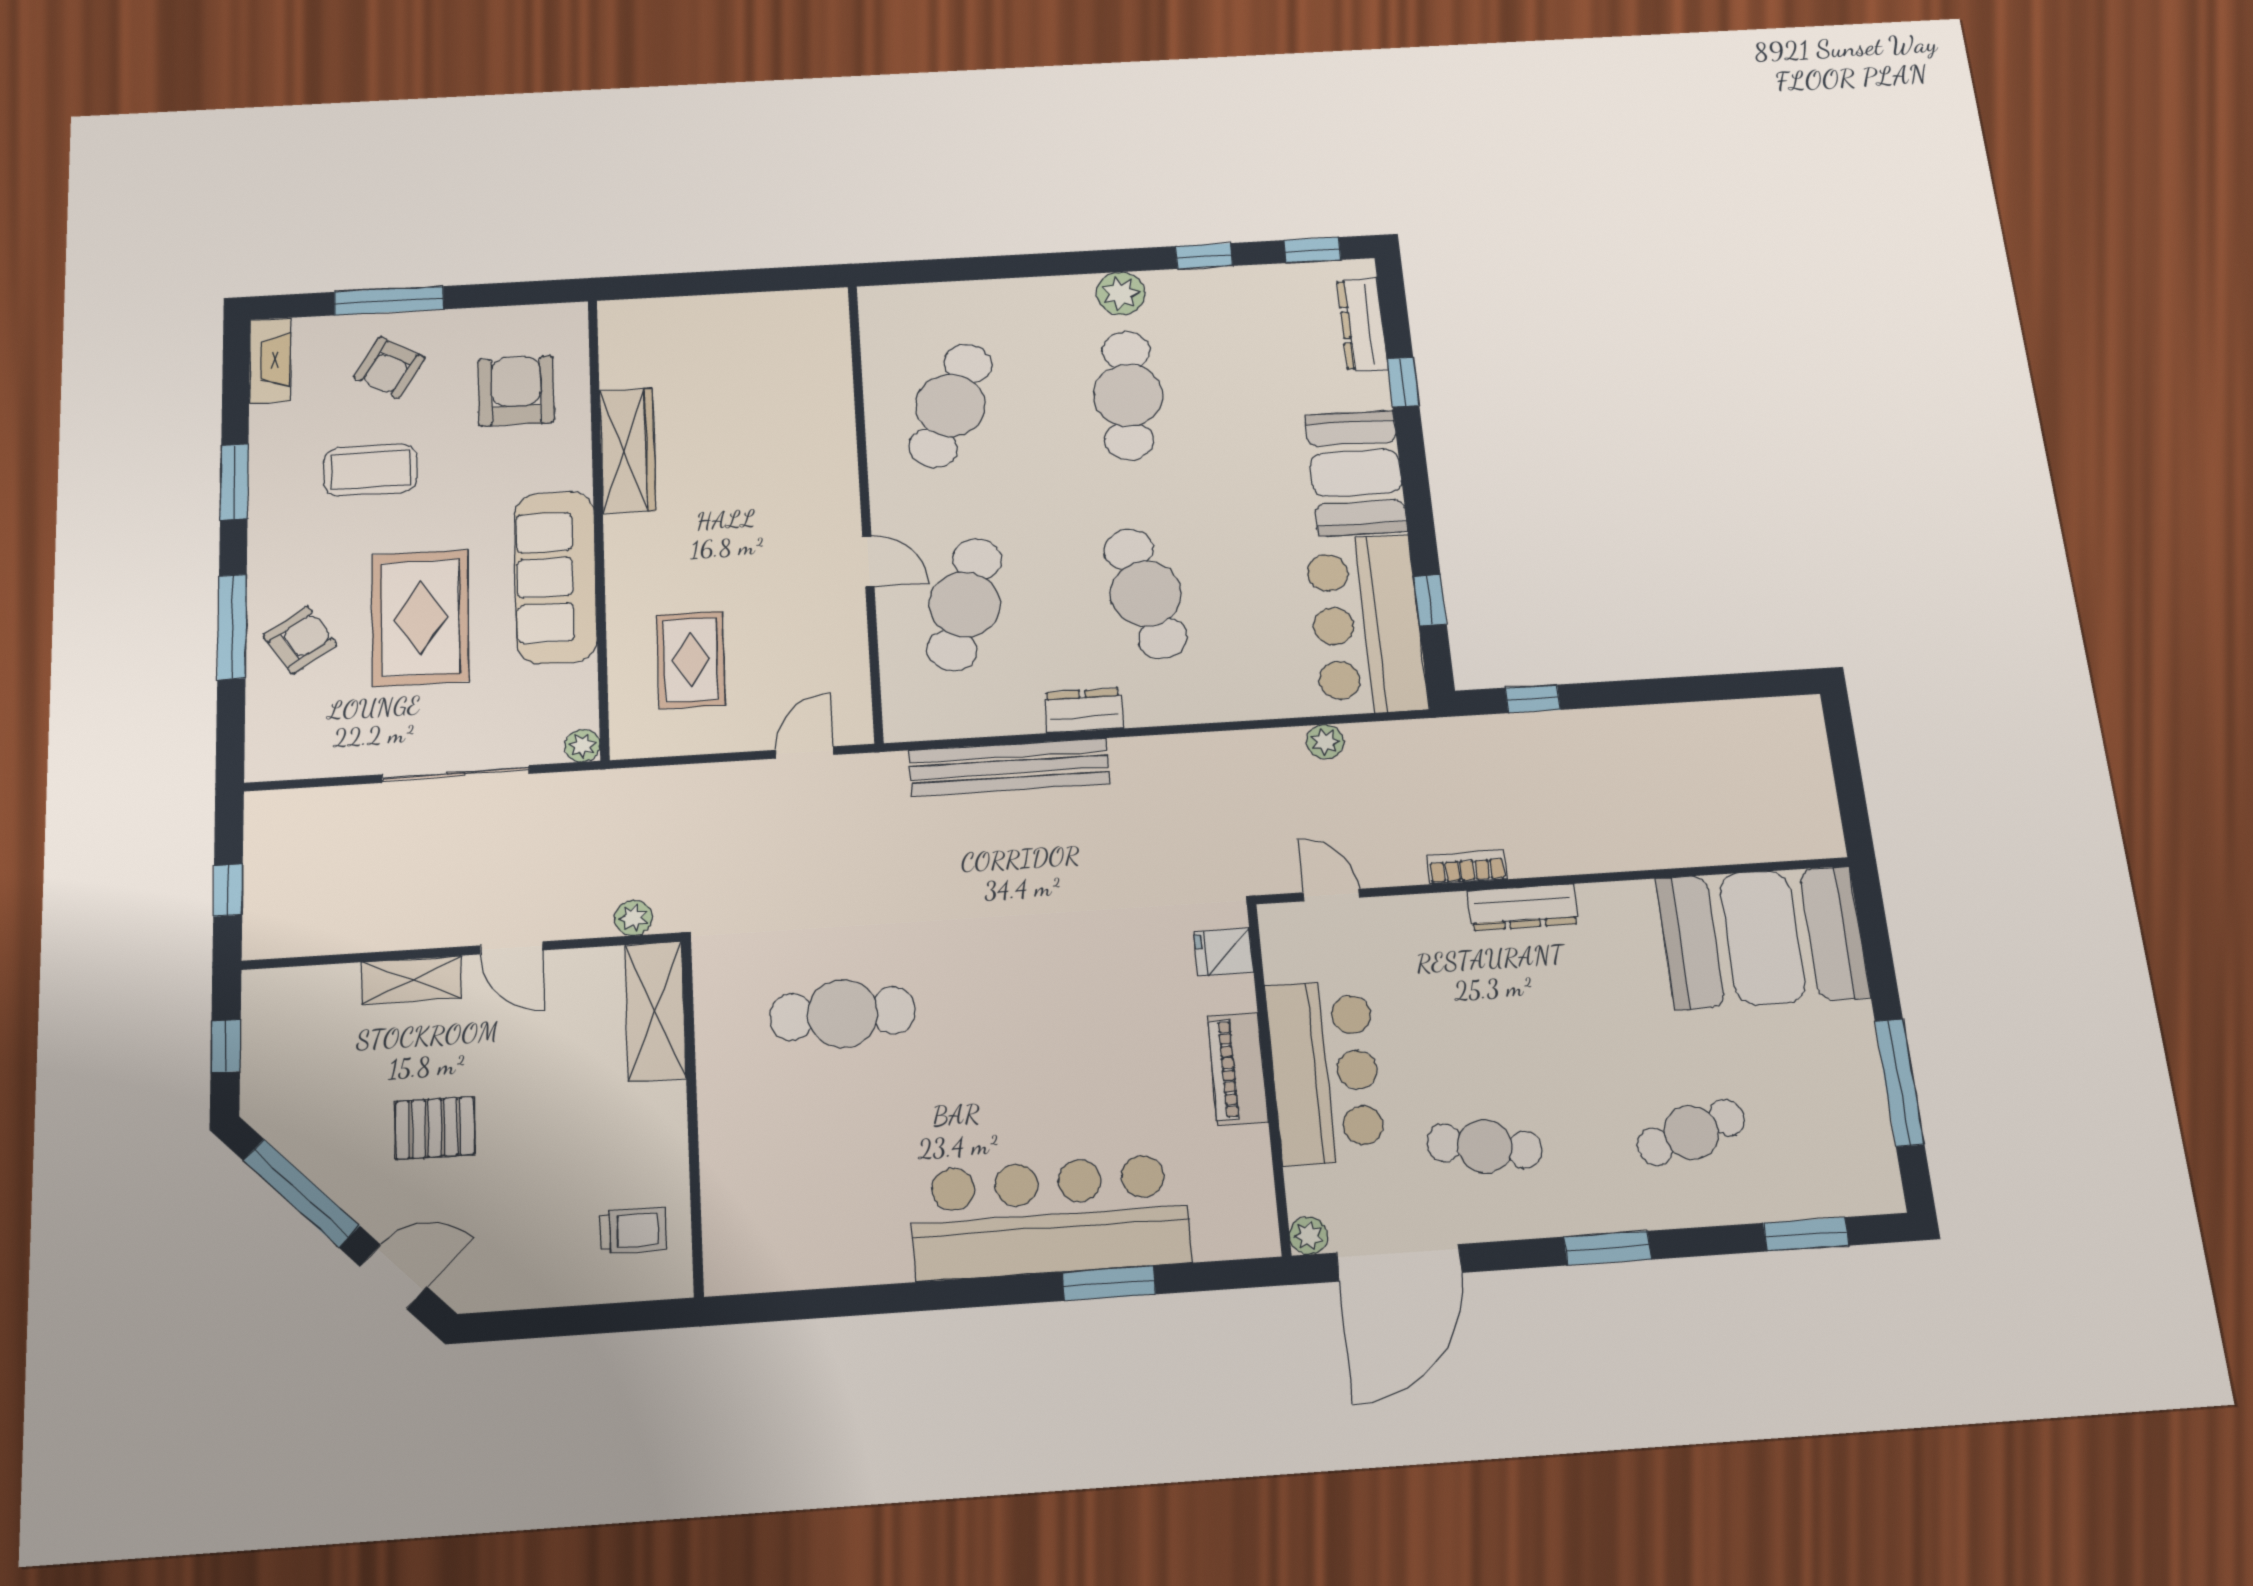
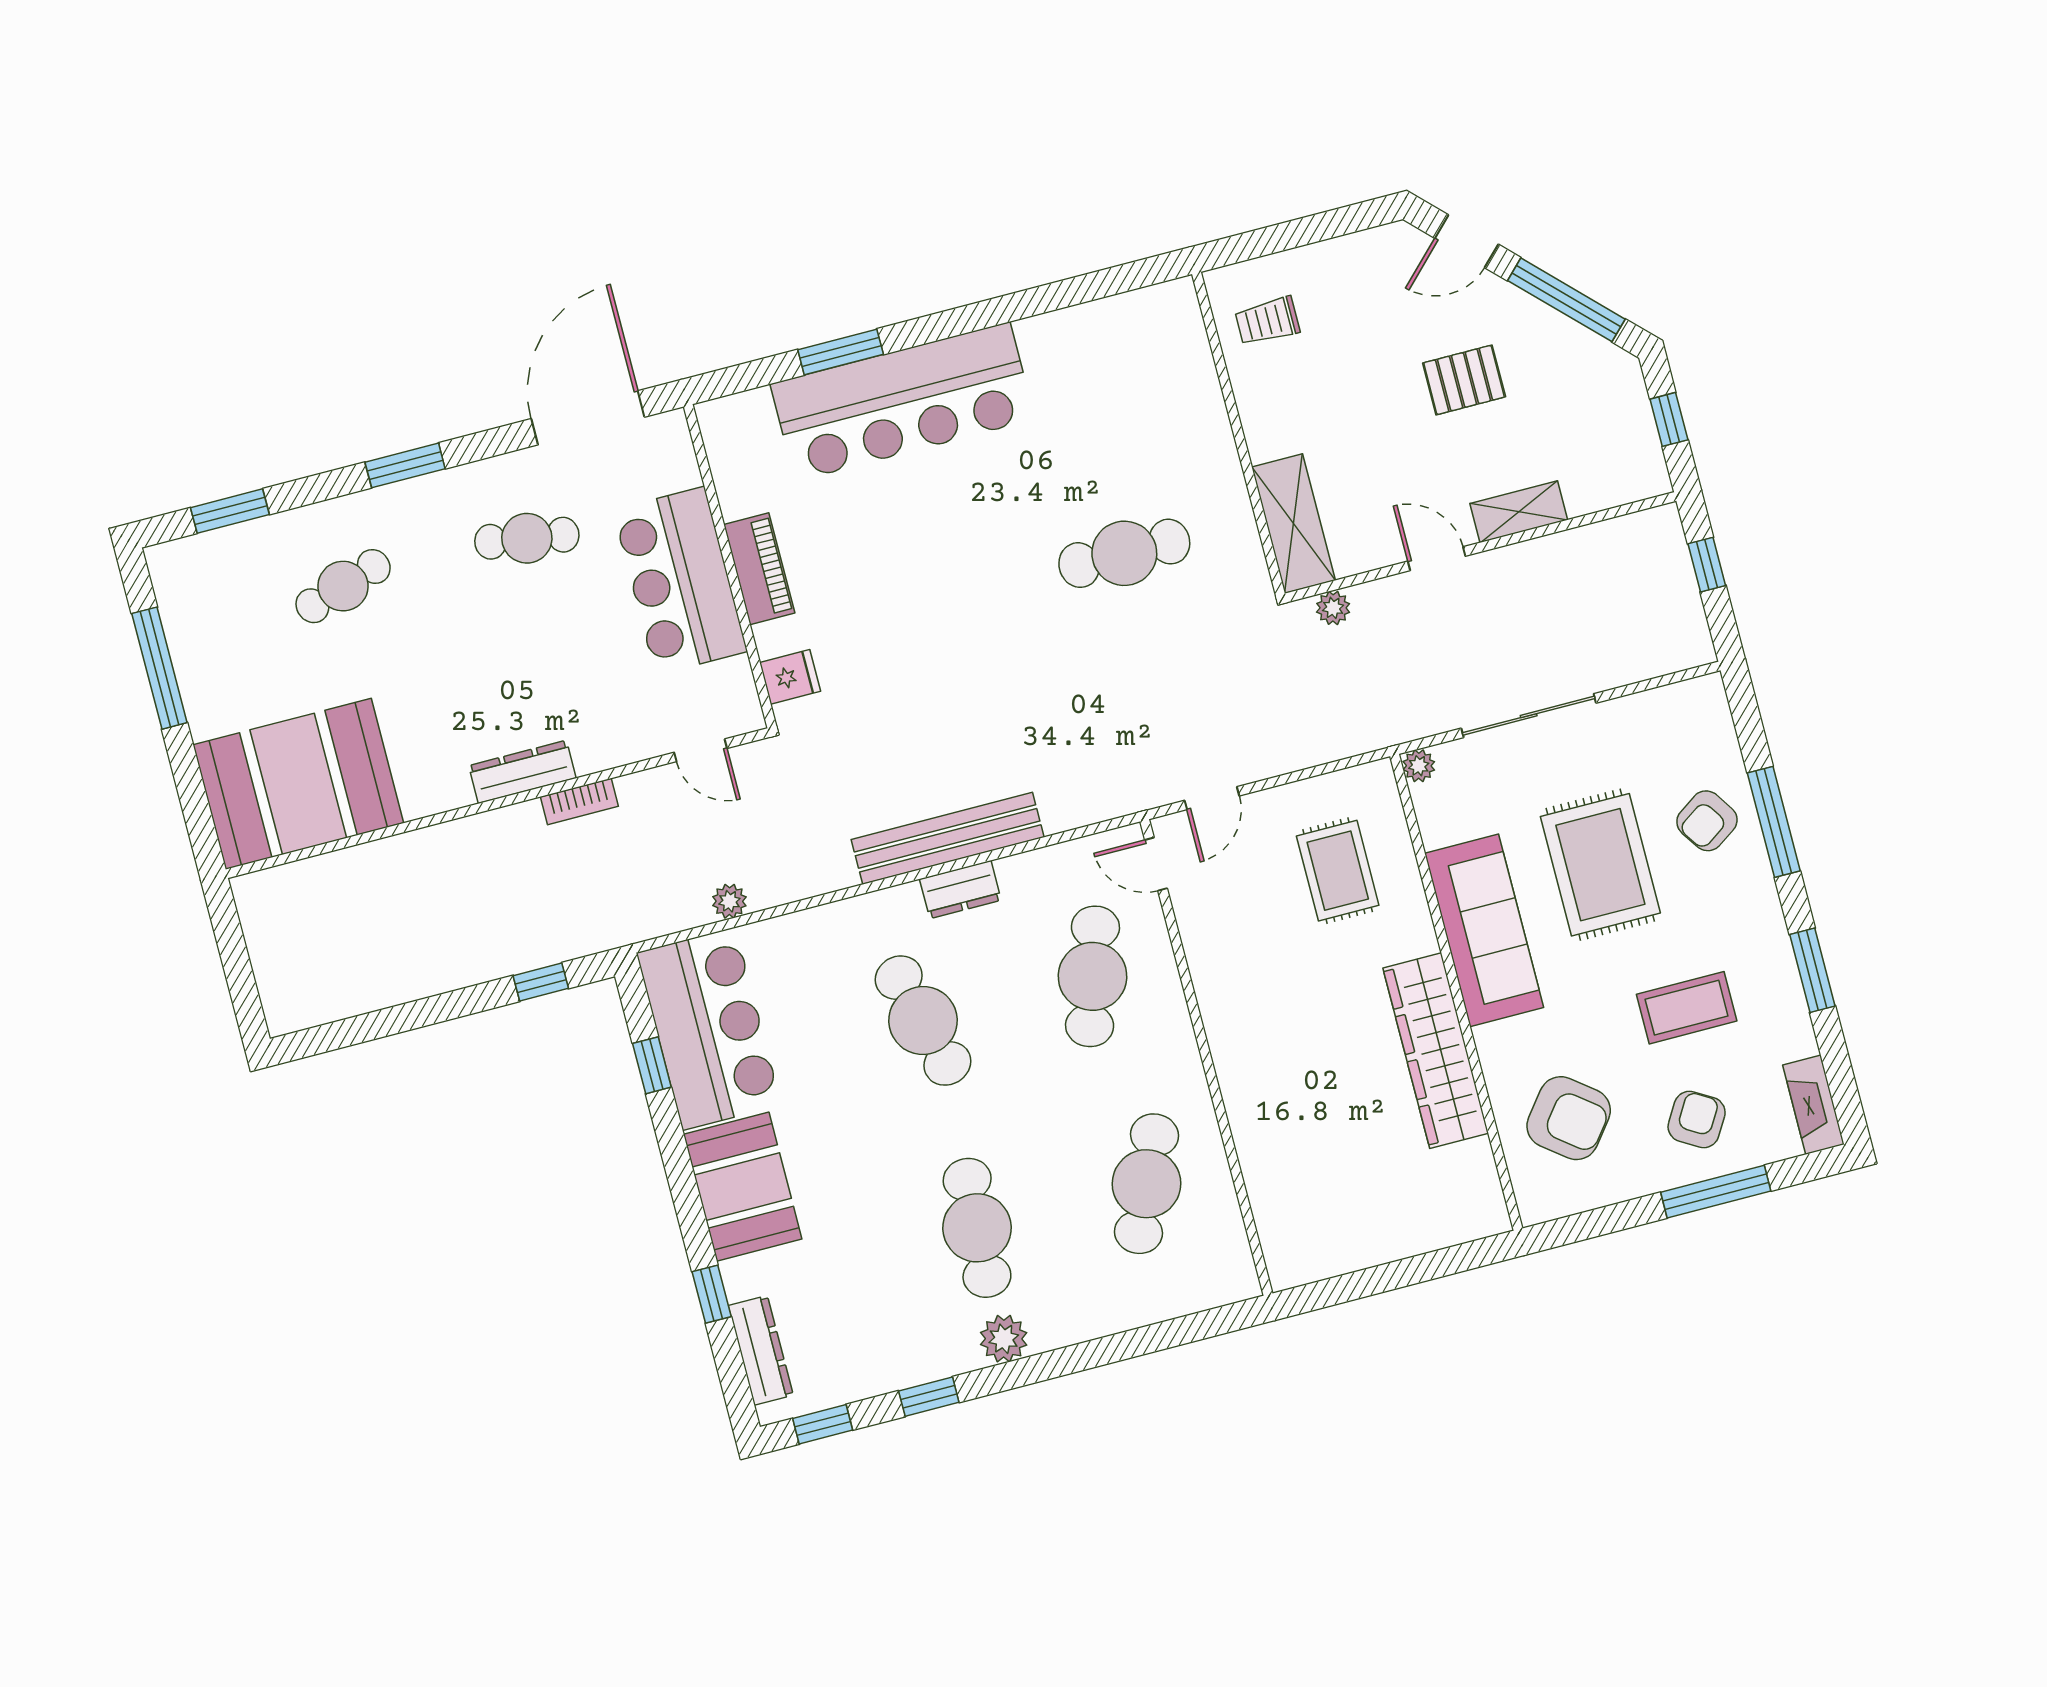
armchair: (516, 391) -> (1569, 1118), turned -52
wardrobe: (628, 451) -> (1436, 1051), width x1.40, depth x1.17
door: (868, 562) -> (1156, 864), moved
bench: (1009, 767) -> (948, 838), moved
plant: (1309, 1236) -> (672, 427), removed

